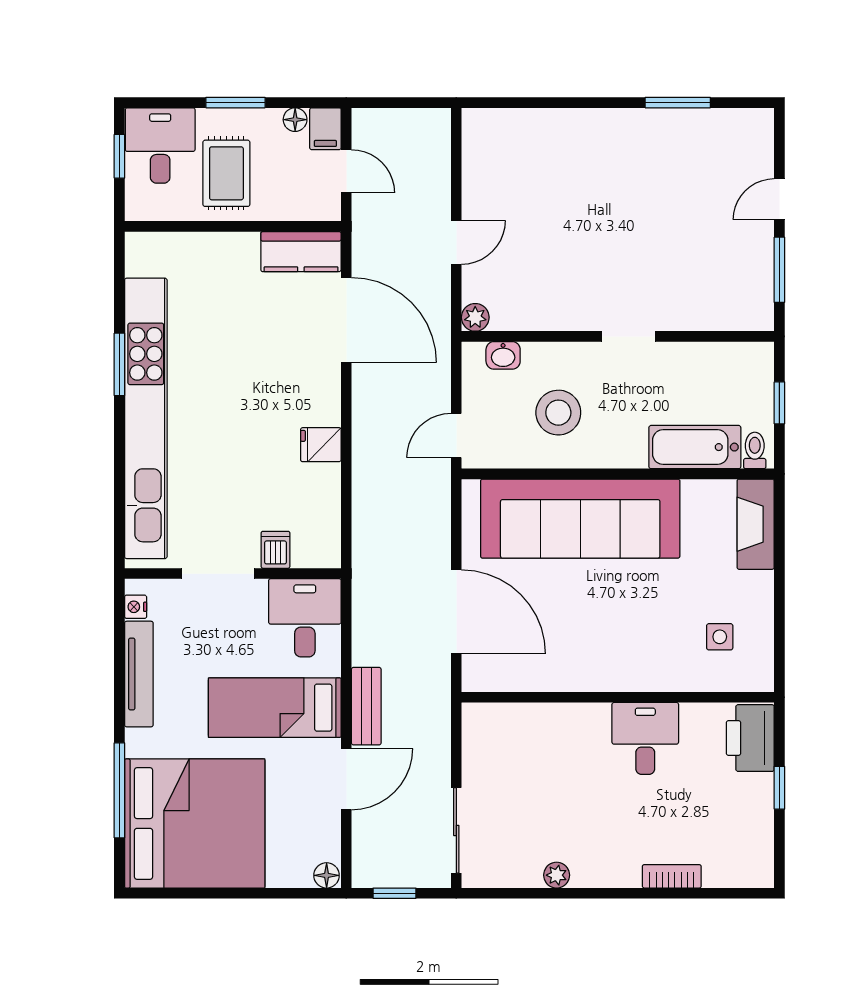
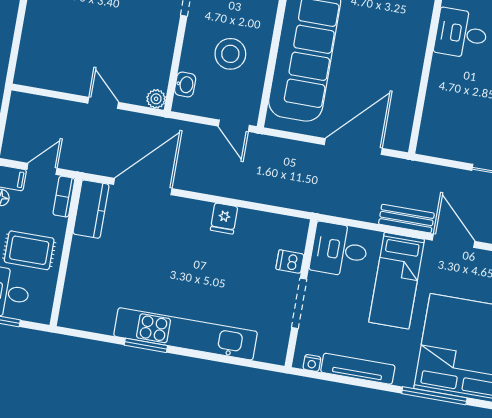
bookcase: (312, 210) -> (64, 197), added
kitchen unit: (146, 418) -> (186, 334), width x0.73

